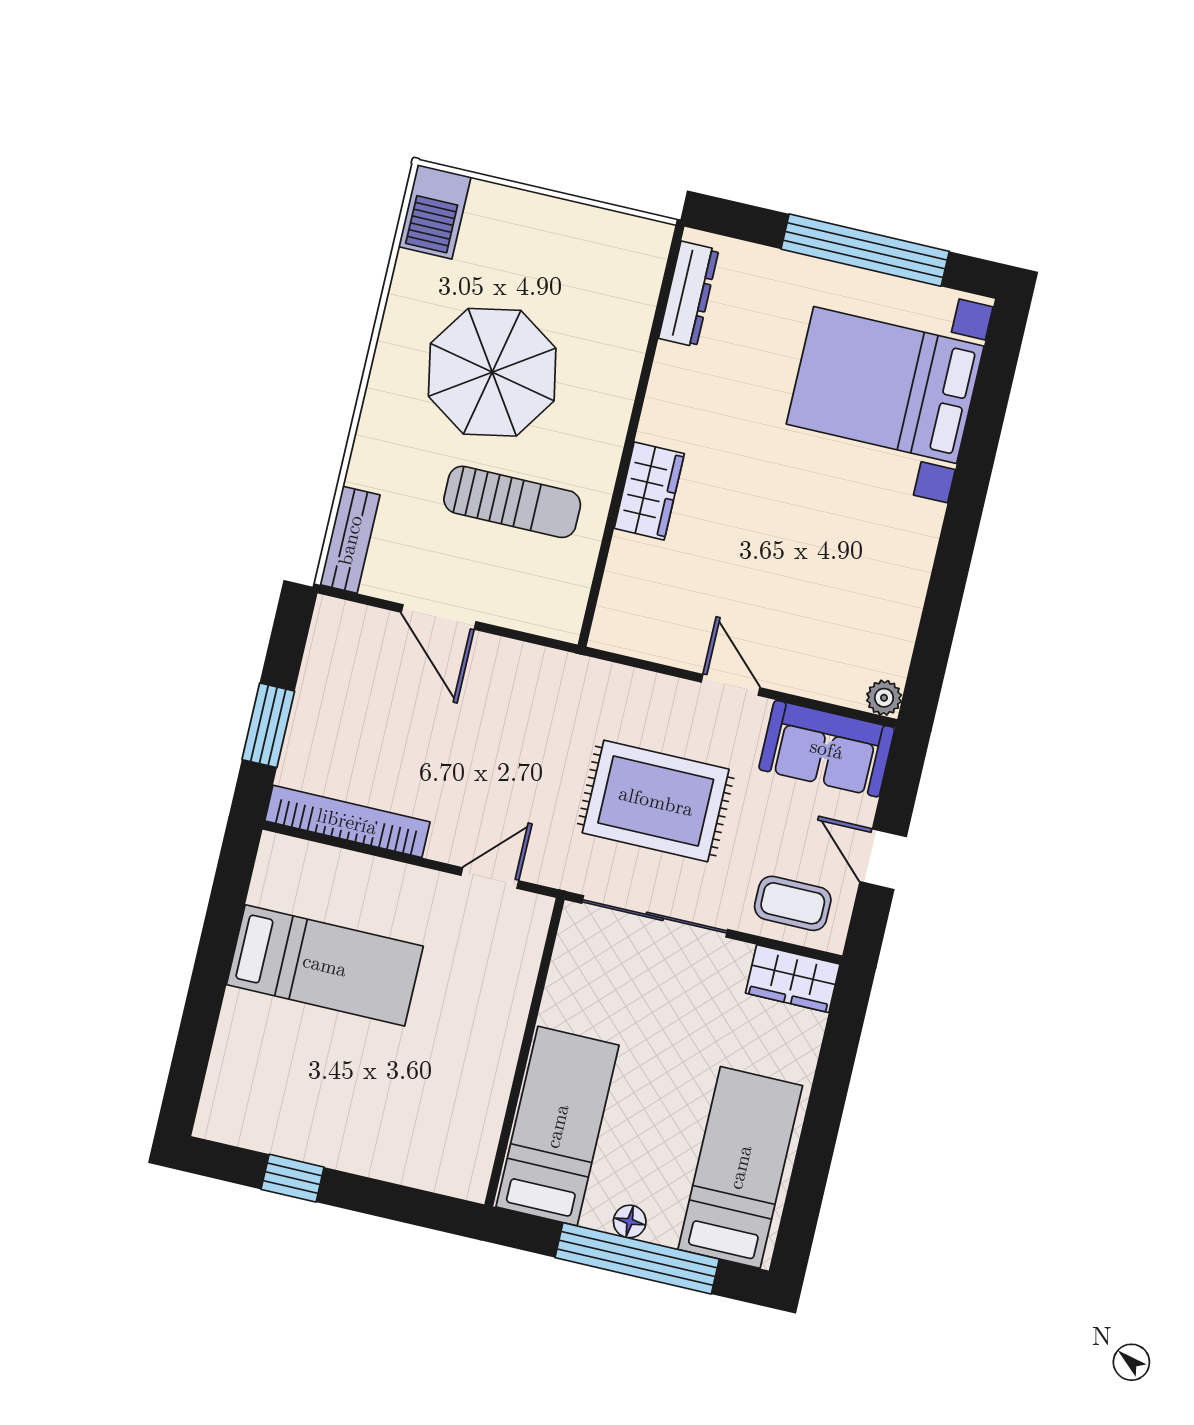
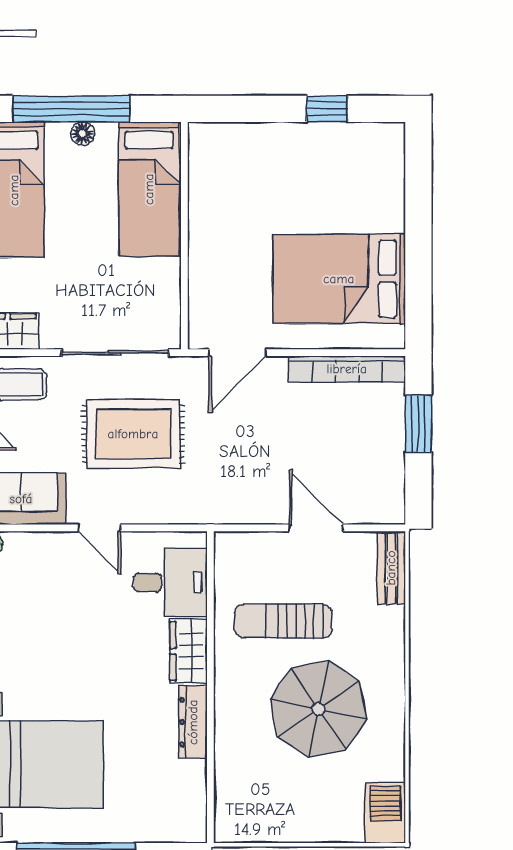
dresser: (689, 294) -> (193, 722), moved
desk: (652, 589) -> (170, 582), added
door: (490, 878) -> (237, 353), width x1.38
bed: (325, 965) -> (339, 279), width x1.50

